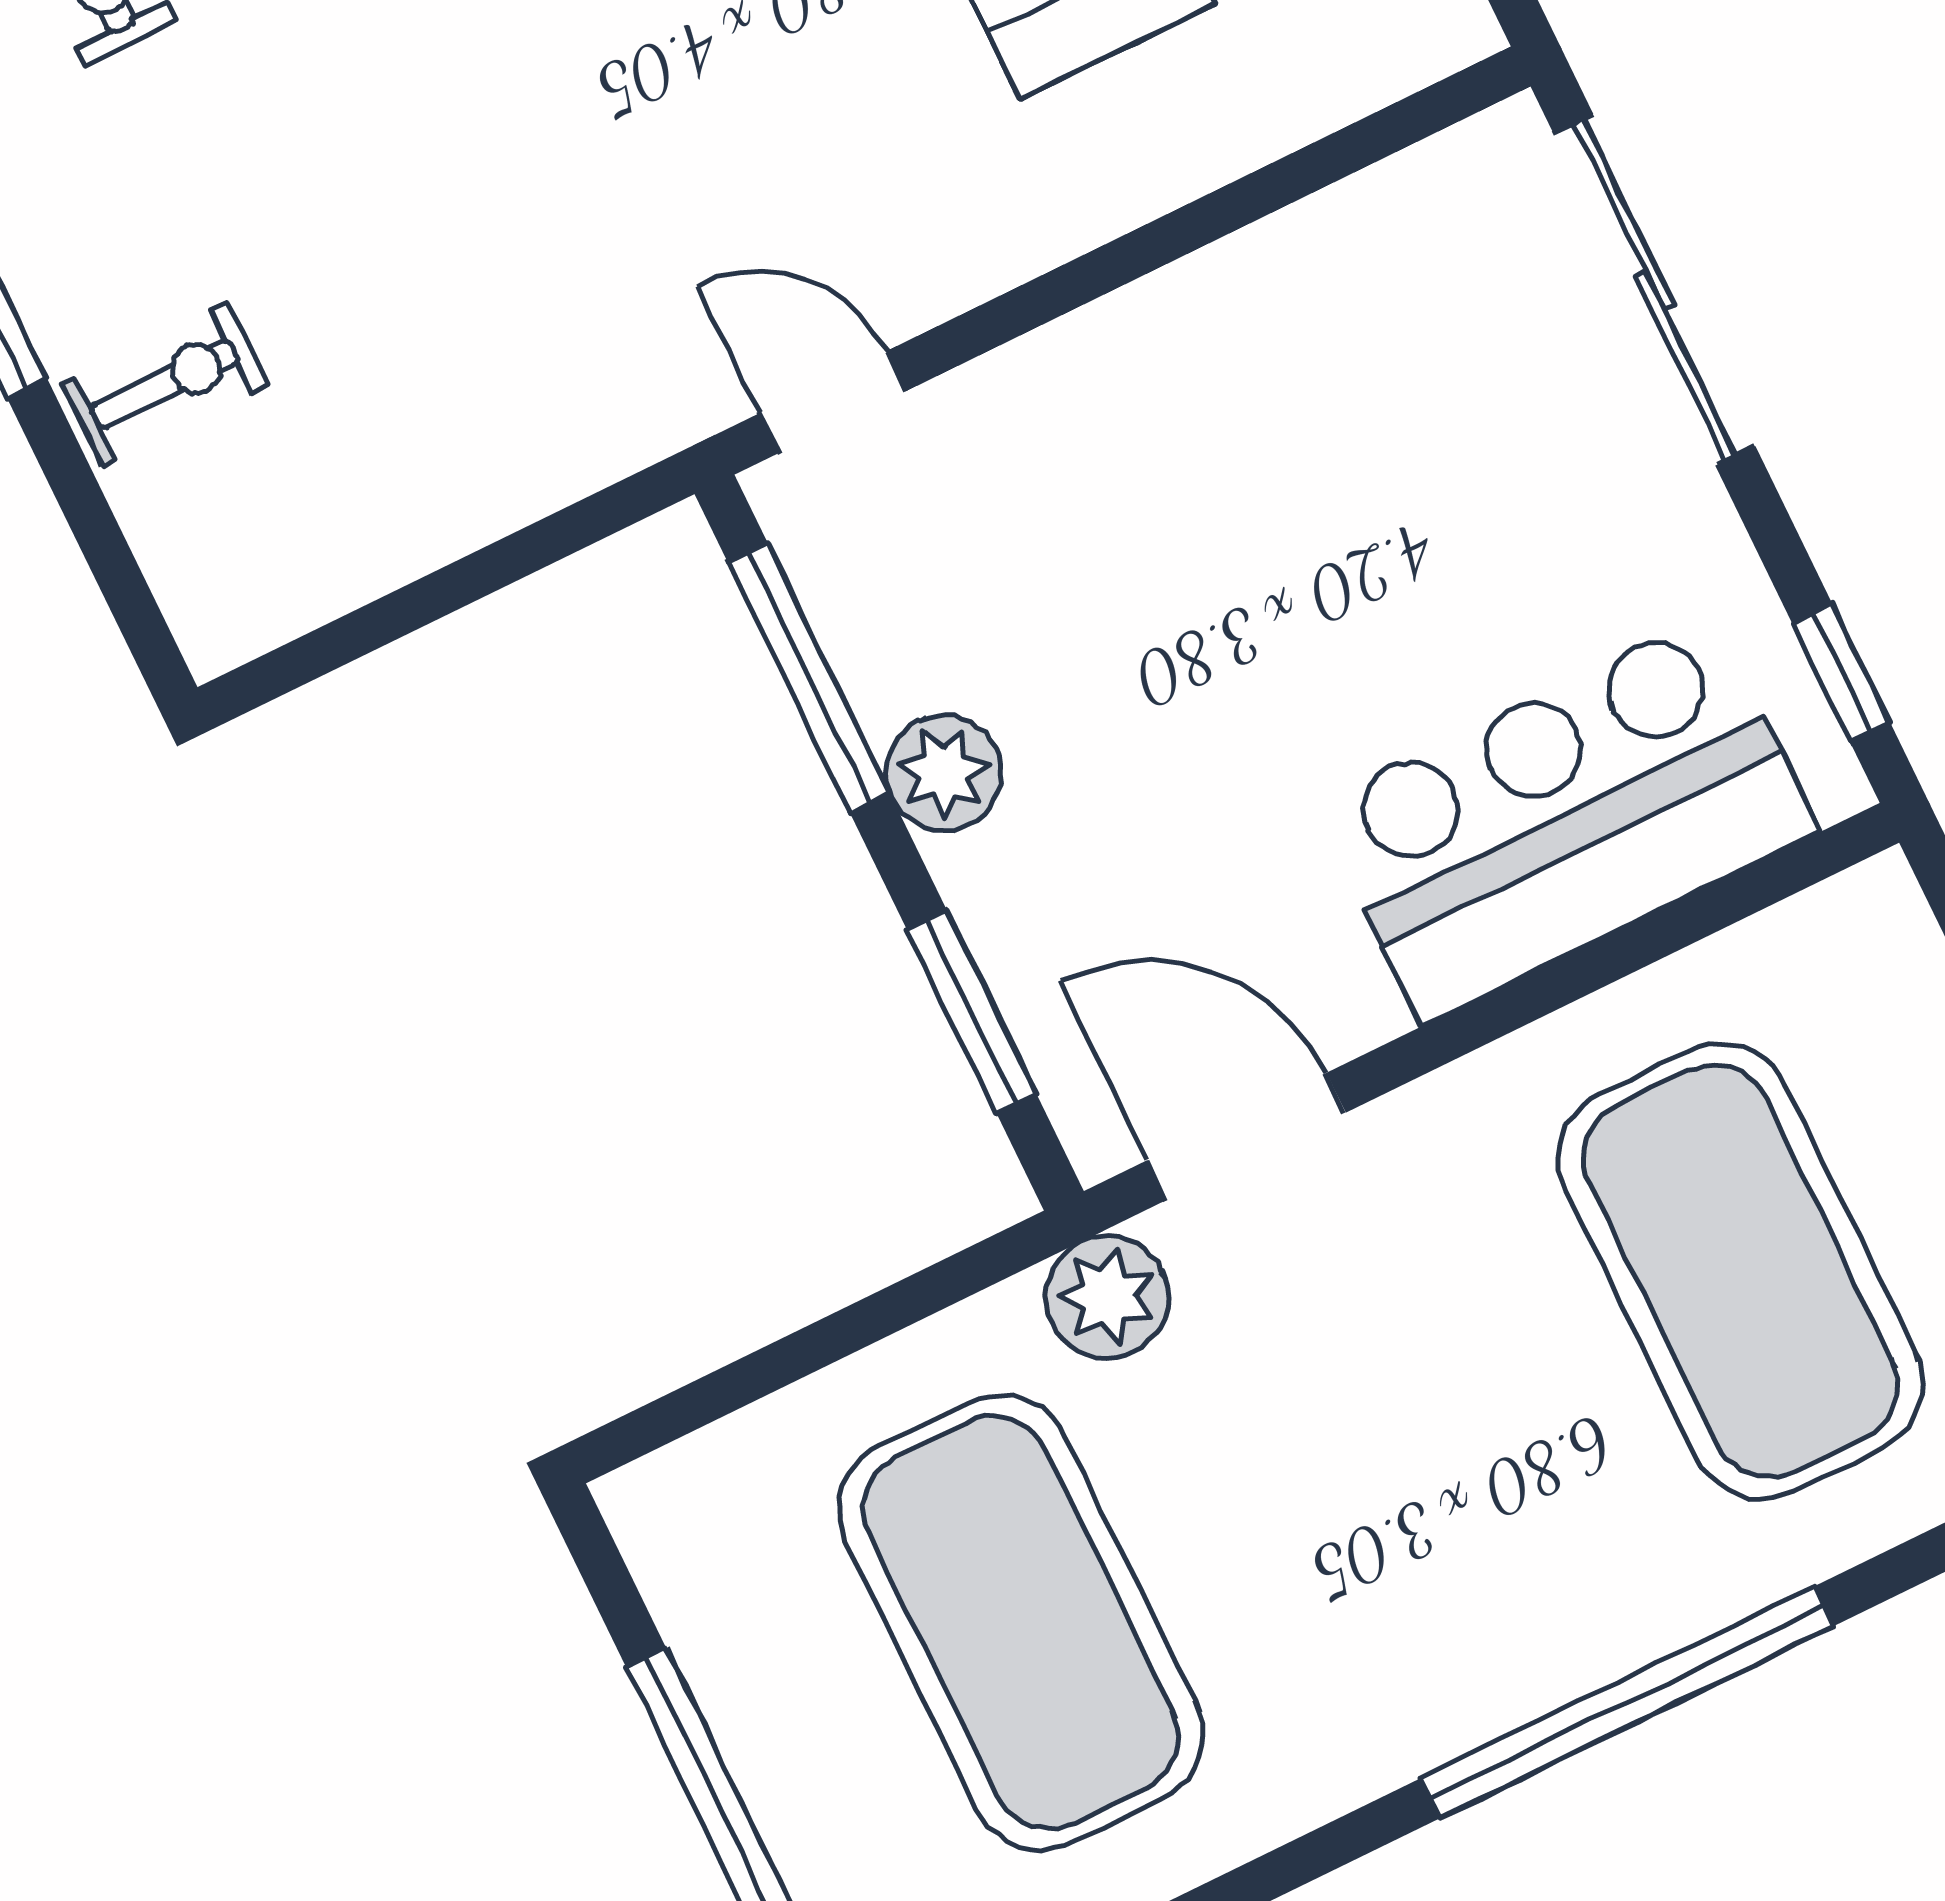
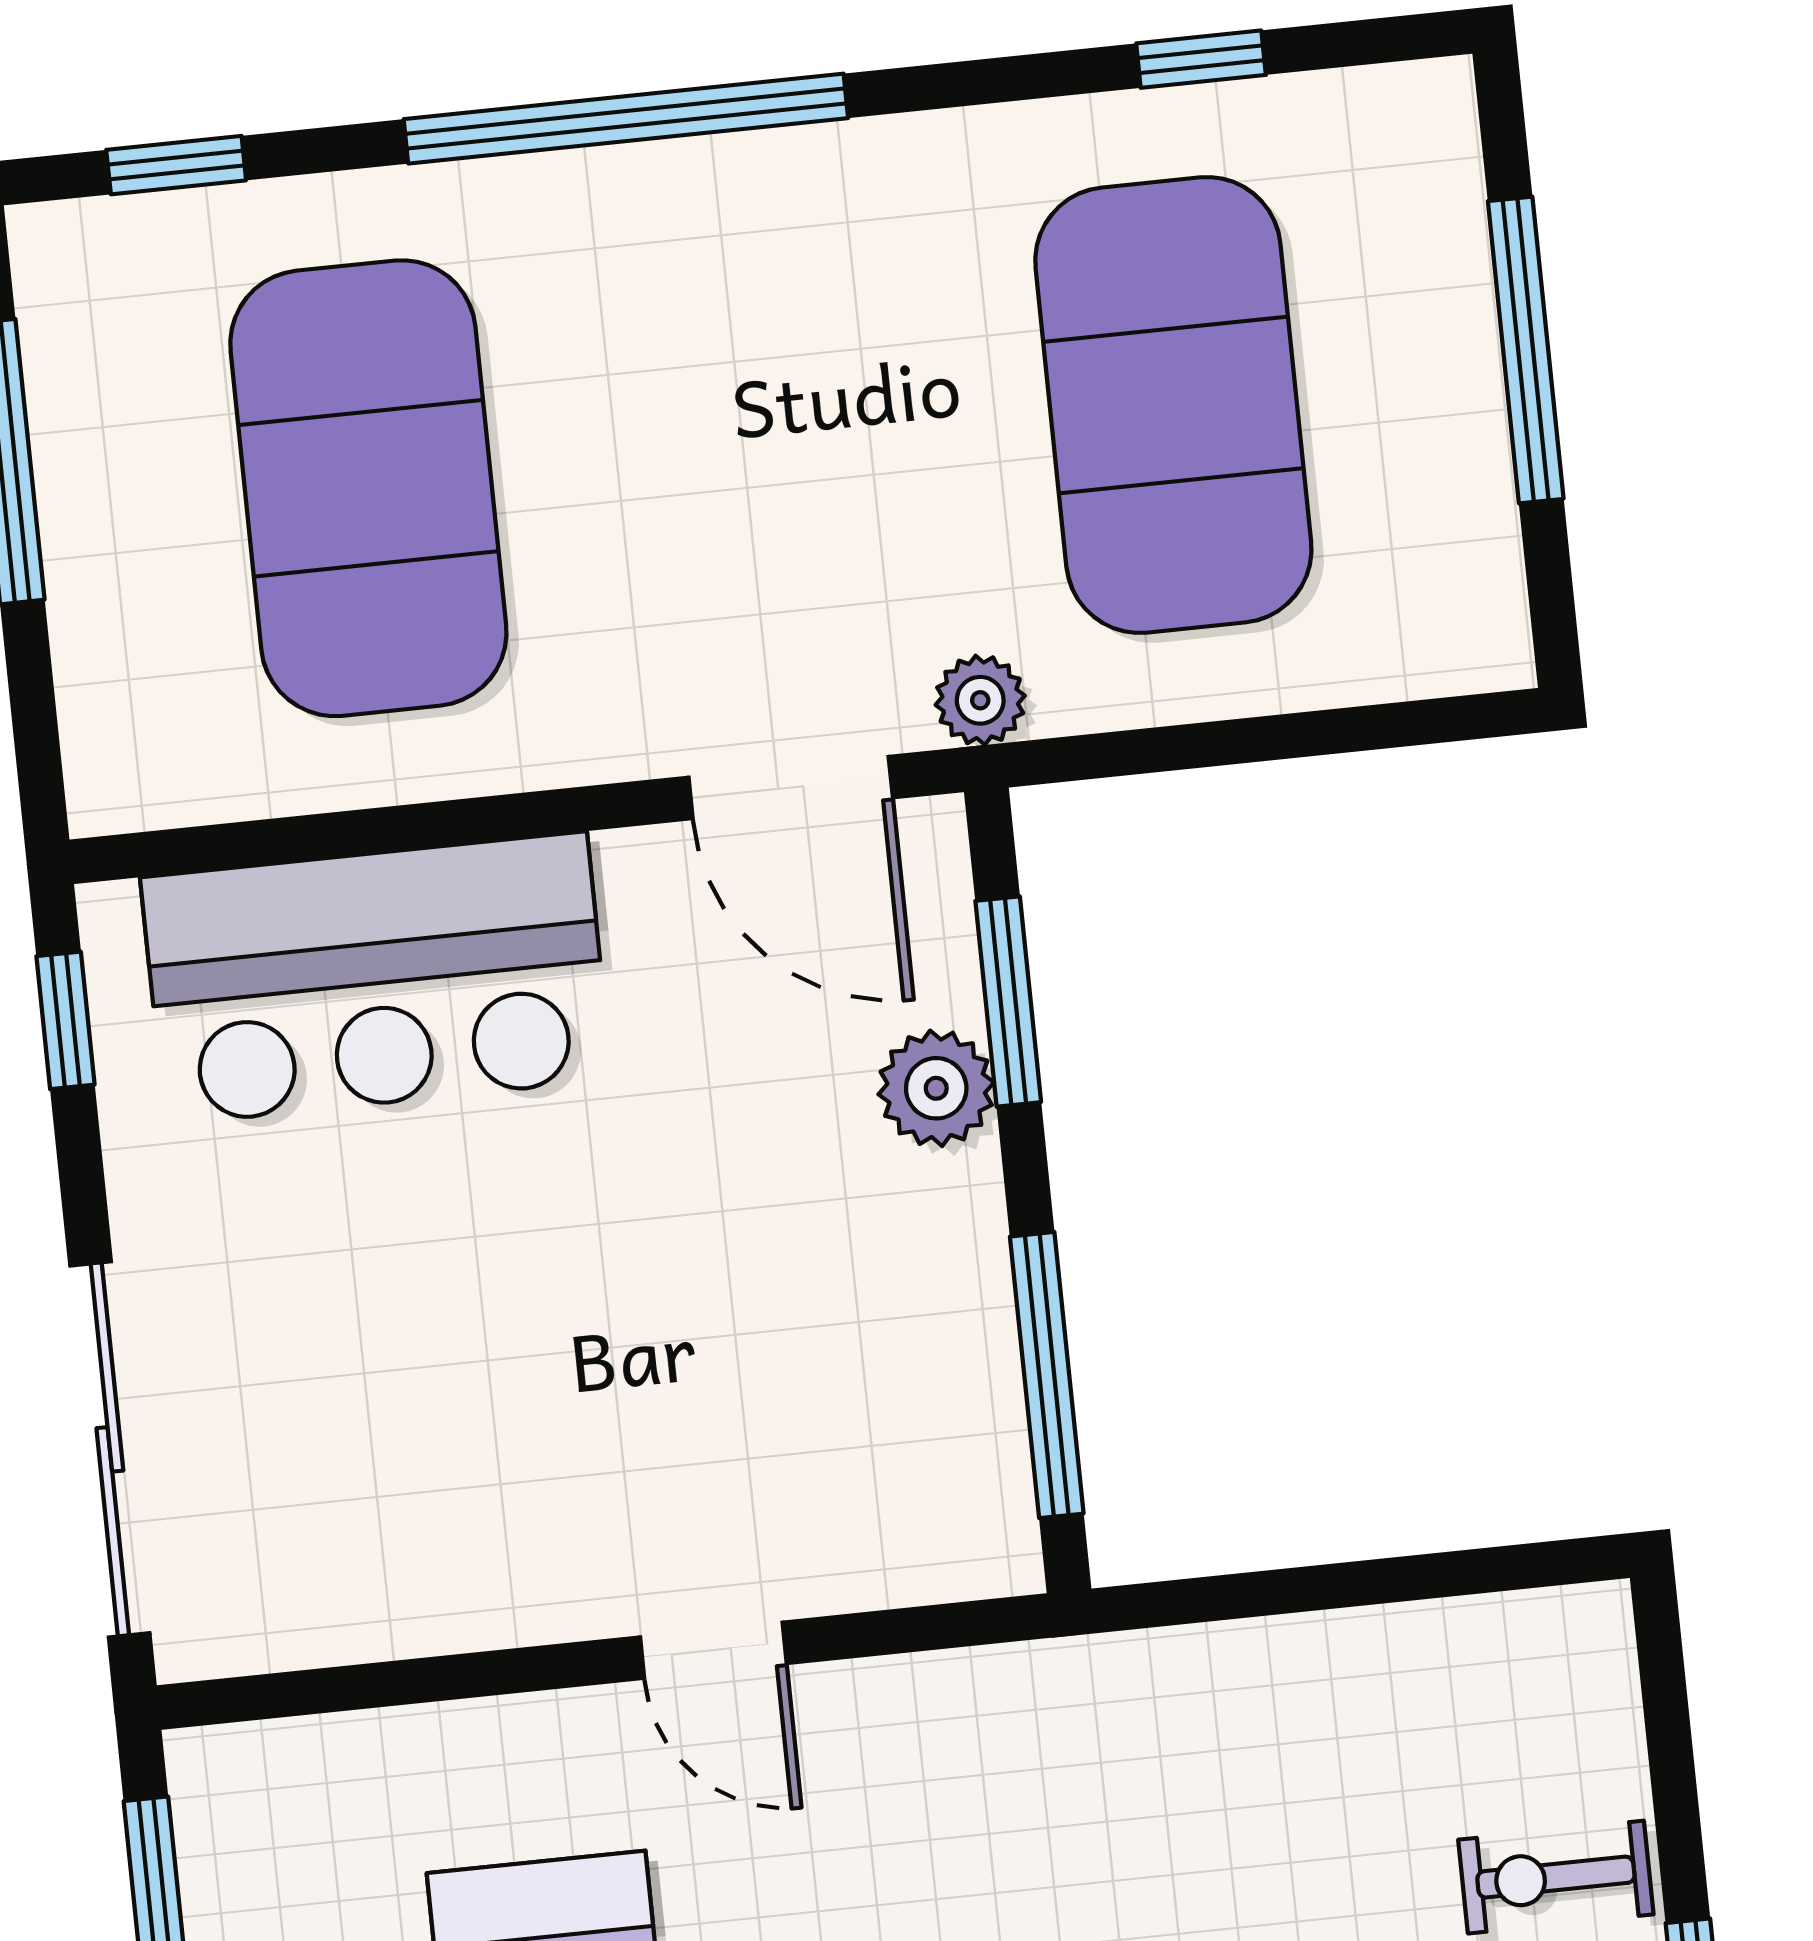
door: (832, 402) -> (713, 1650), moved
plant: (944, 773) -> (936, 1088), moved
plant: (1107, 1297) -> (980, 700), width x0.73, depth x0.73

